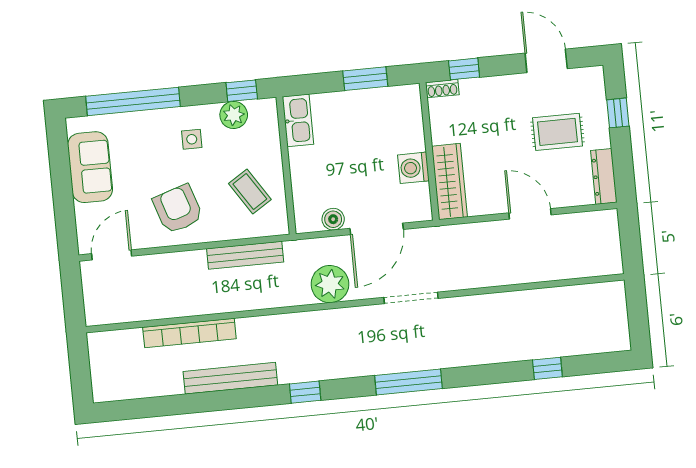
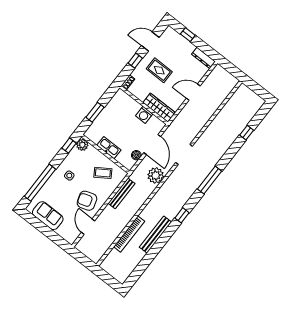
window: (464, 69) -> (135, 61), moved
window: (365, 79) -> (95, 112), moved
plant: (234, 115) -> (82, 145), moved
kitchen sink: (298, 120) -> (109, 148), moved
rug: (557, 132) -> (159, 70), moved, turned 90
door: (112, 255) -> (88, 227), moved

